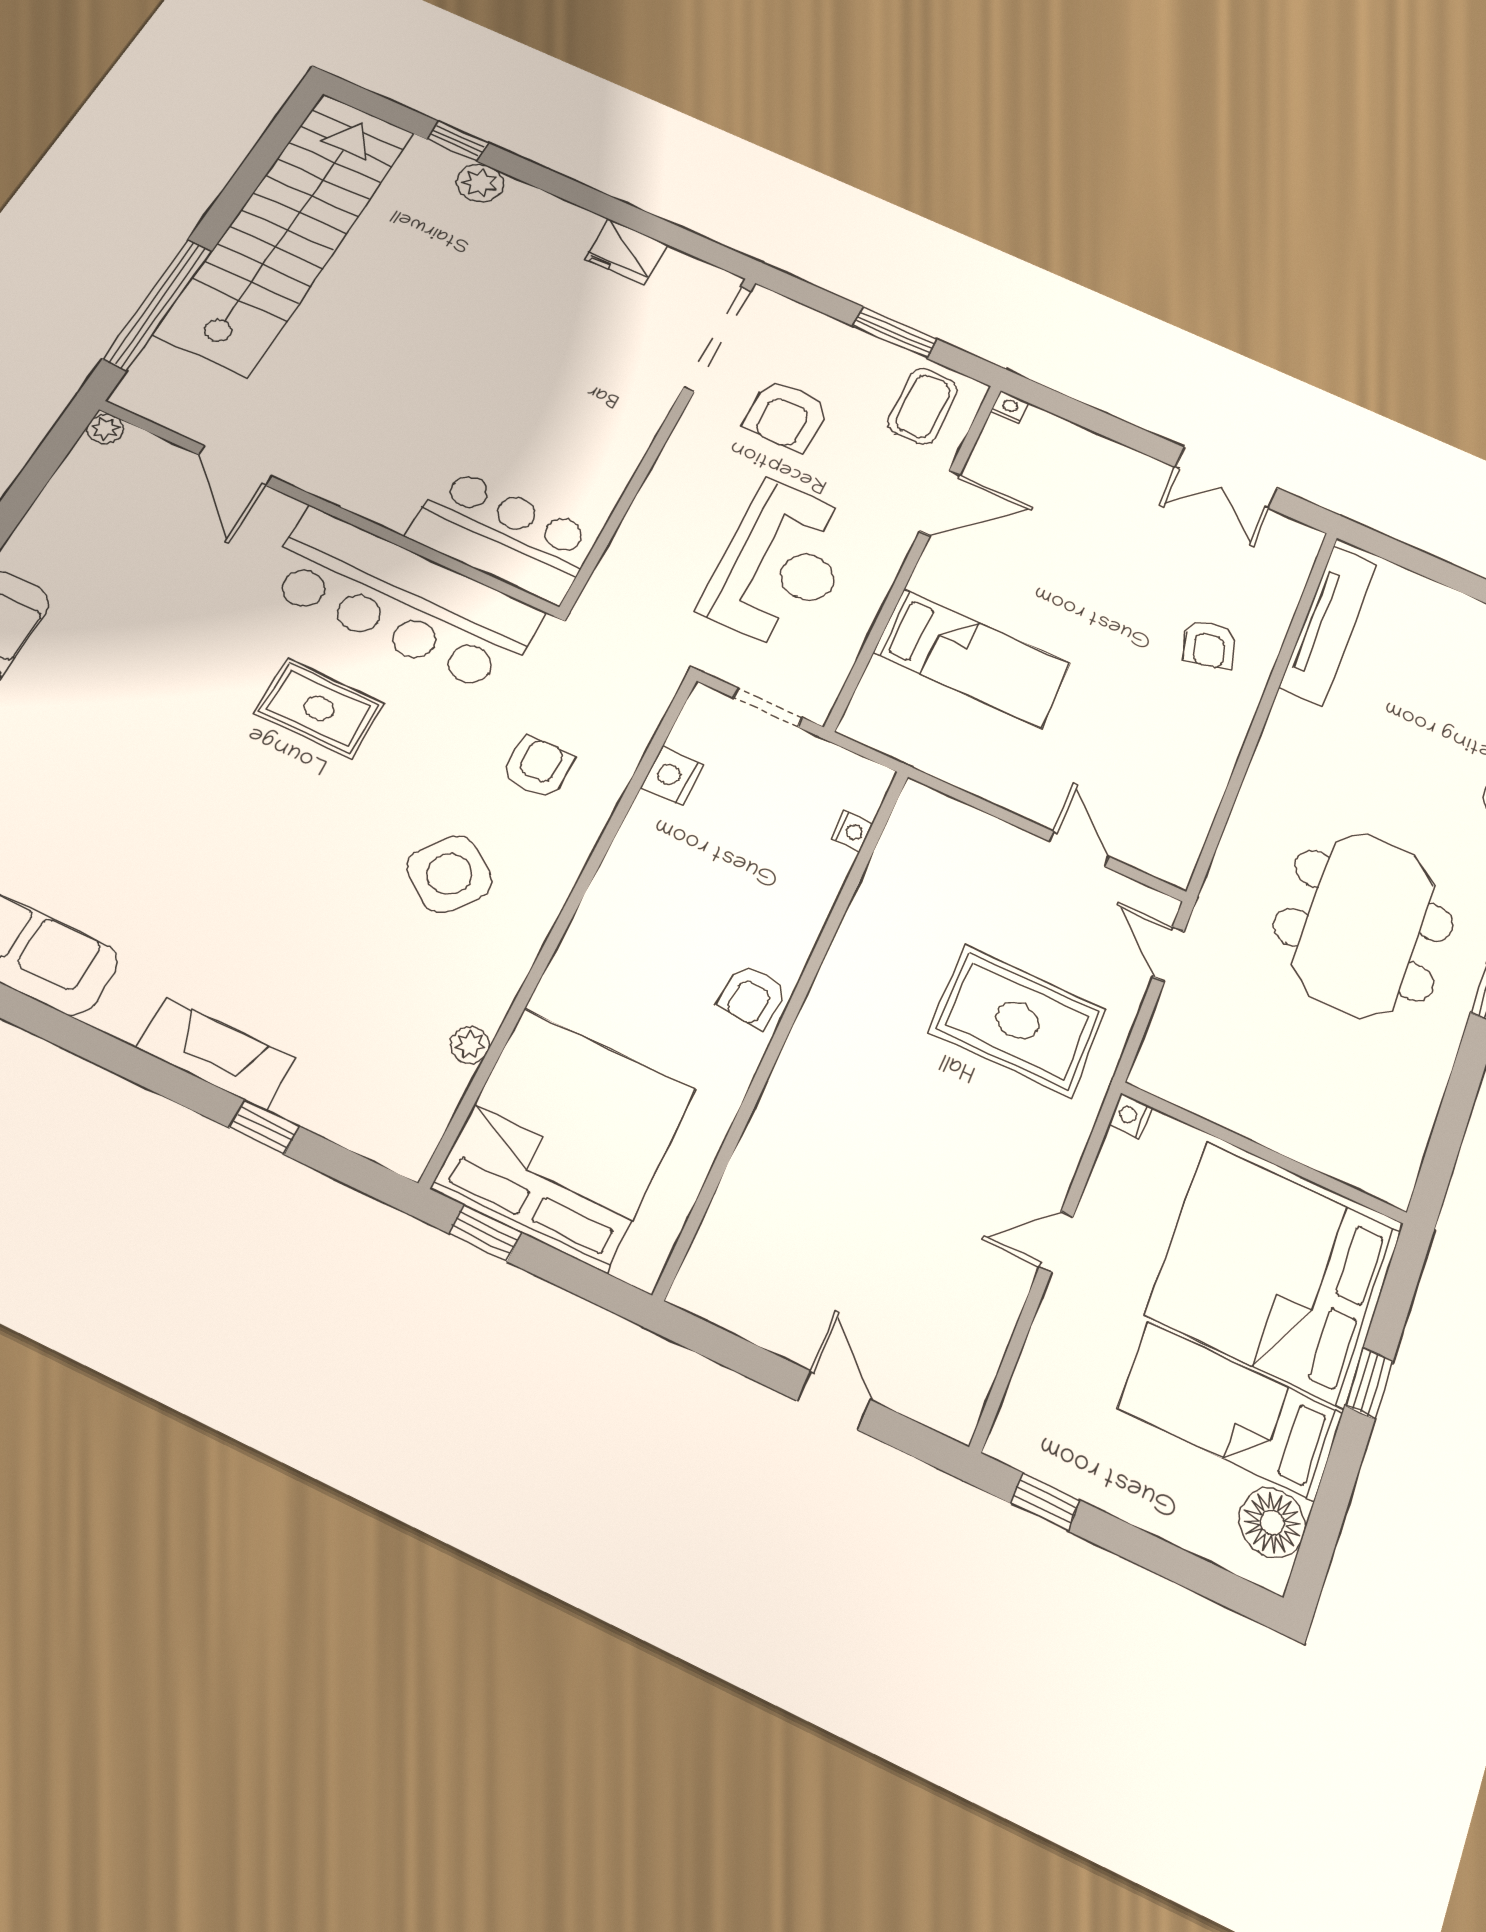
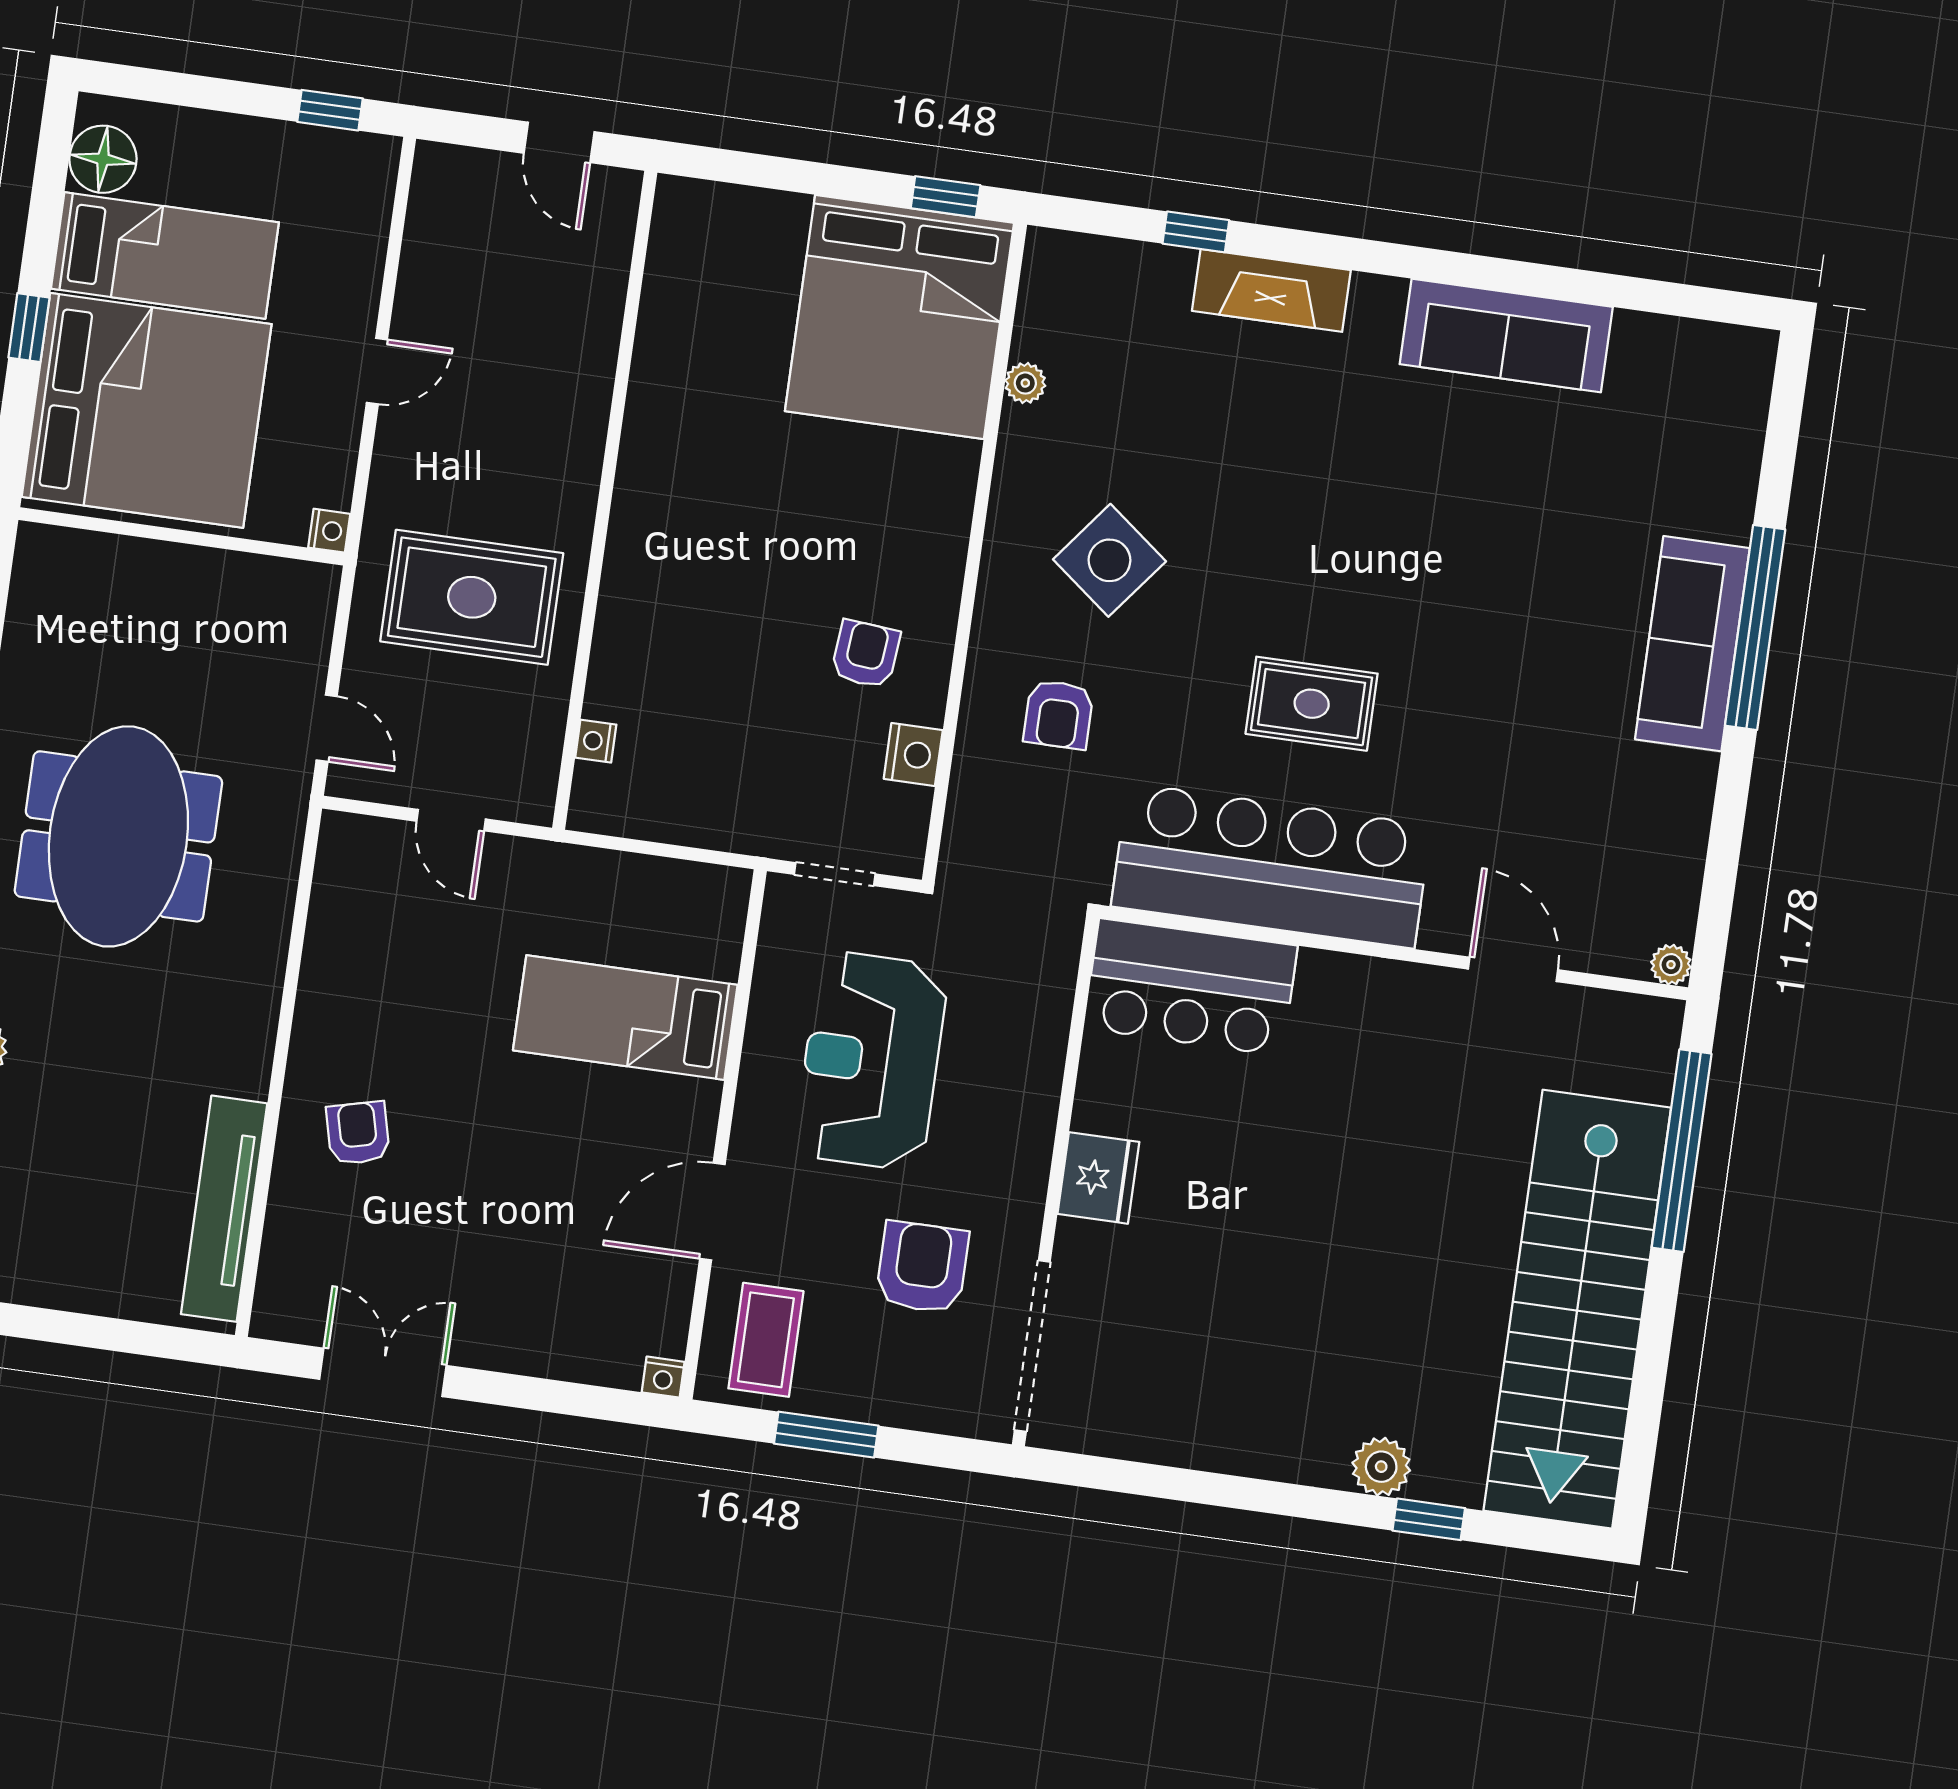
fridge: (626, 252) -> (1098, 1178), moved, turned 90
nightstand: (852, 831) -> (596, 741), moved
armchair: (752, 996) -> (866, 654), moved
wall: (787, 1022) -> (605, 500), moved

